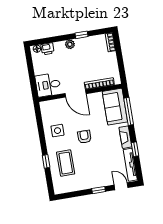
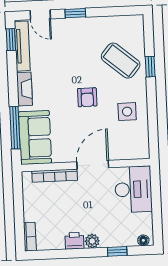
window: (82, 35) -> (117, 251), moved
printer: (47, 49) -> (74, 241), moved
desk: (48, 85) -> (133, 189), width x1.37
door: (76, 94) -> (93, 165), hinge flipped
window: (135, 149) -> (11, 40), moved
coffee table: (66, 163) -> (121, 61), turned -50

